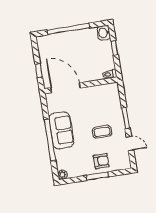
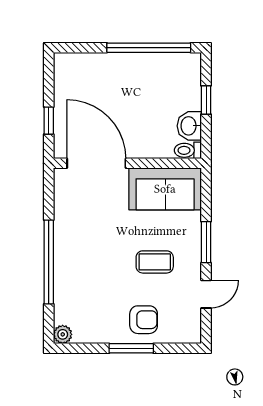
window: (68, 29) -> (149, 48), moved
washbasin: (104, 33) -> (189, 126), moved
sofa: (61, 130) -> (165, 189), moved, turned 90
door: (130, 144) -> (206, 294), hinge flipped

